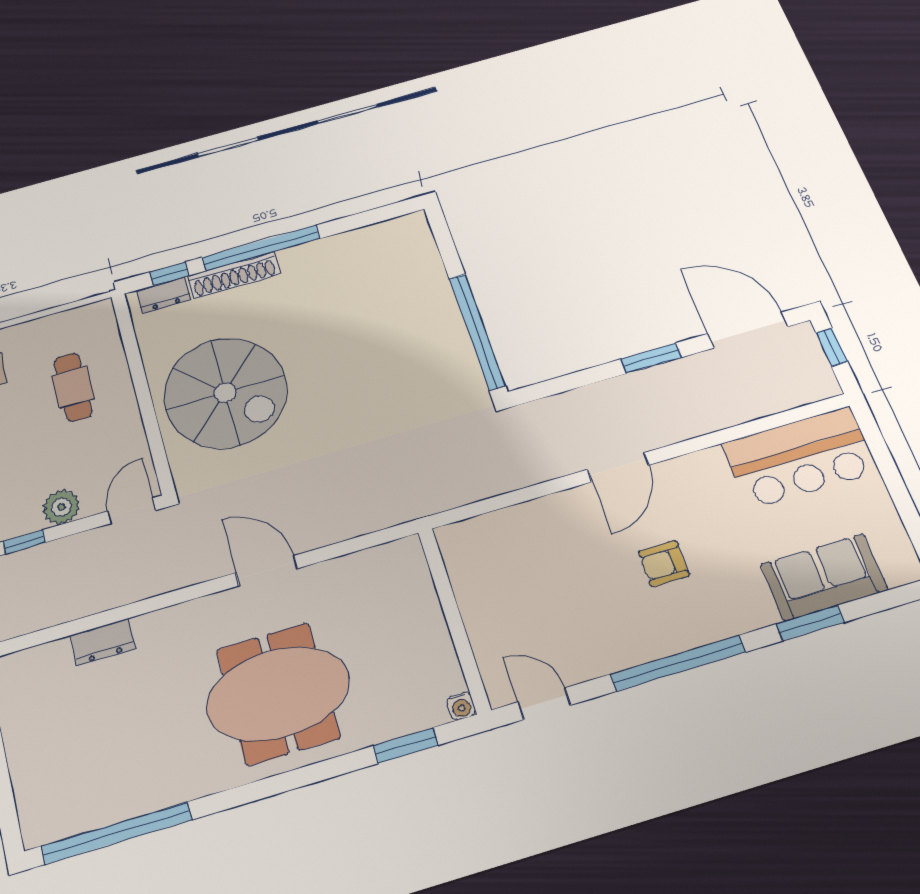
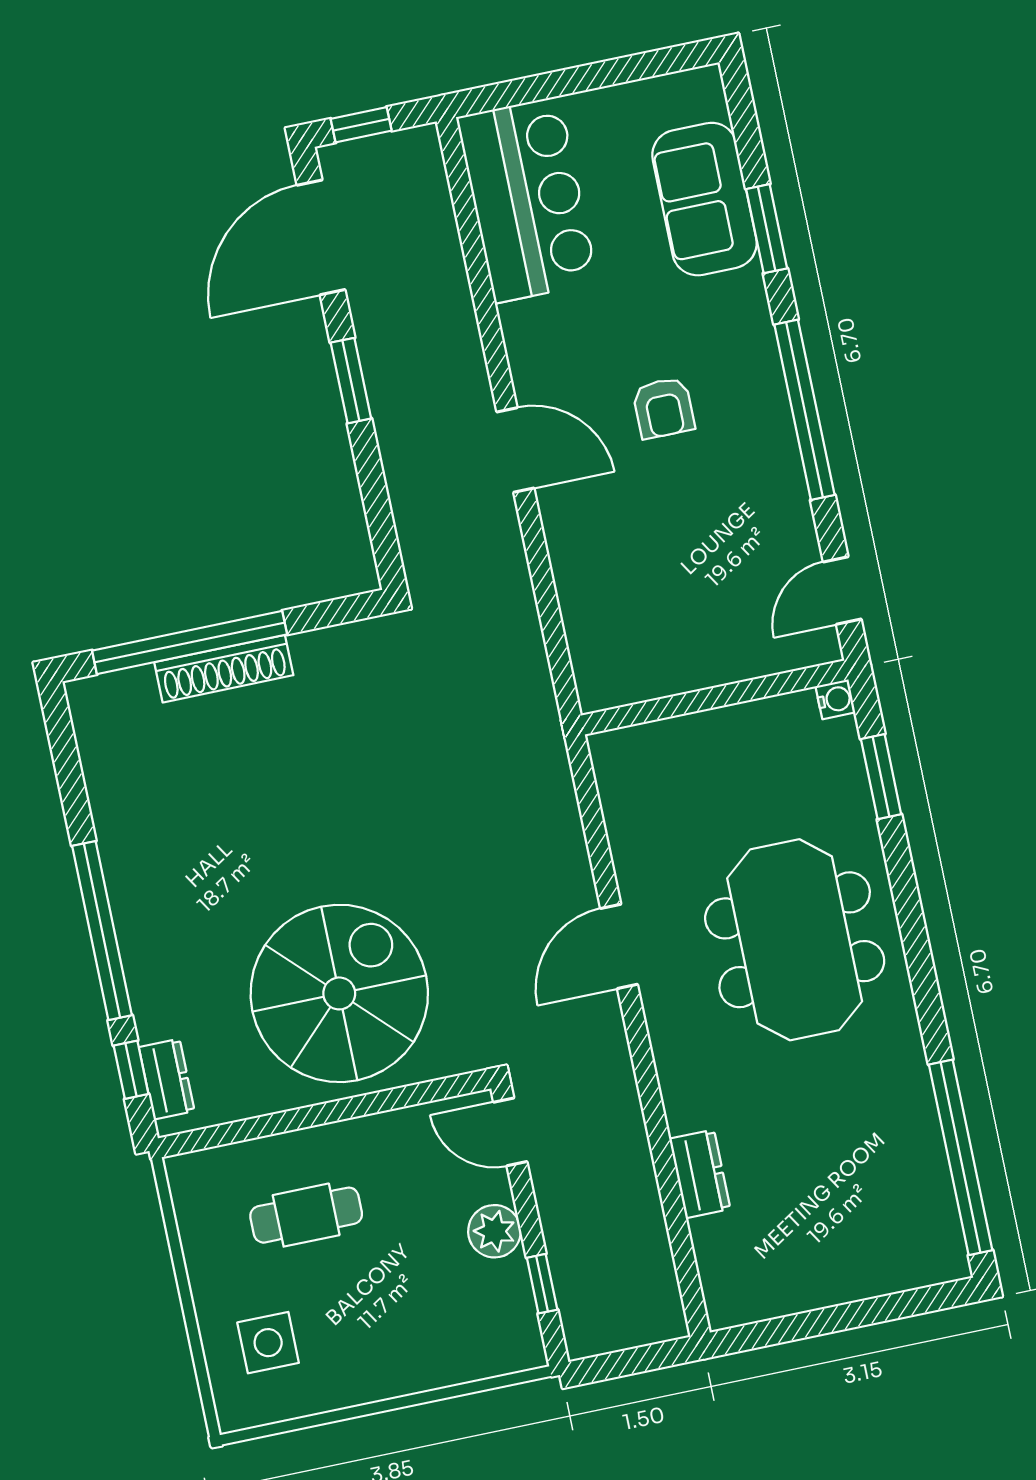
shoe rack: (234, 275) -> (224, 669), moved, turned 90
window: (477, 331) -> (190, 642), moved

